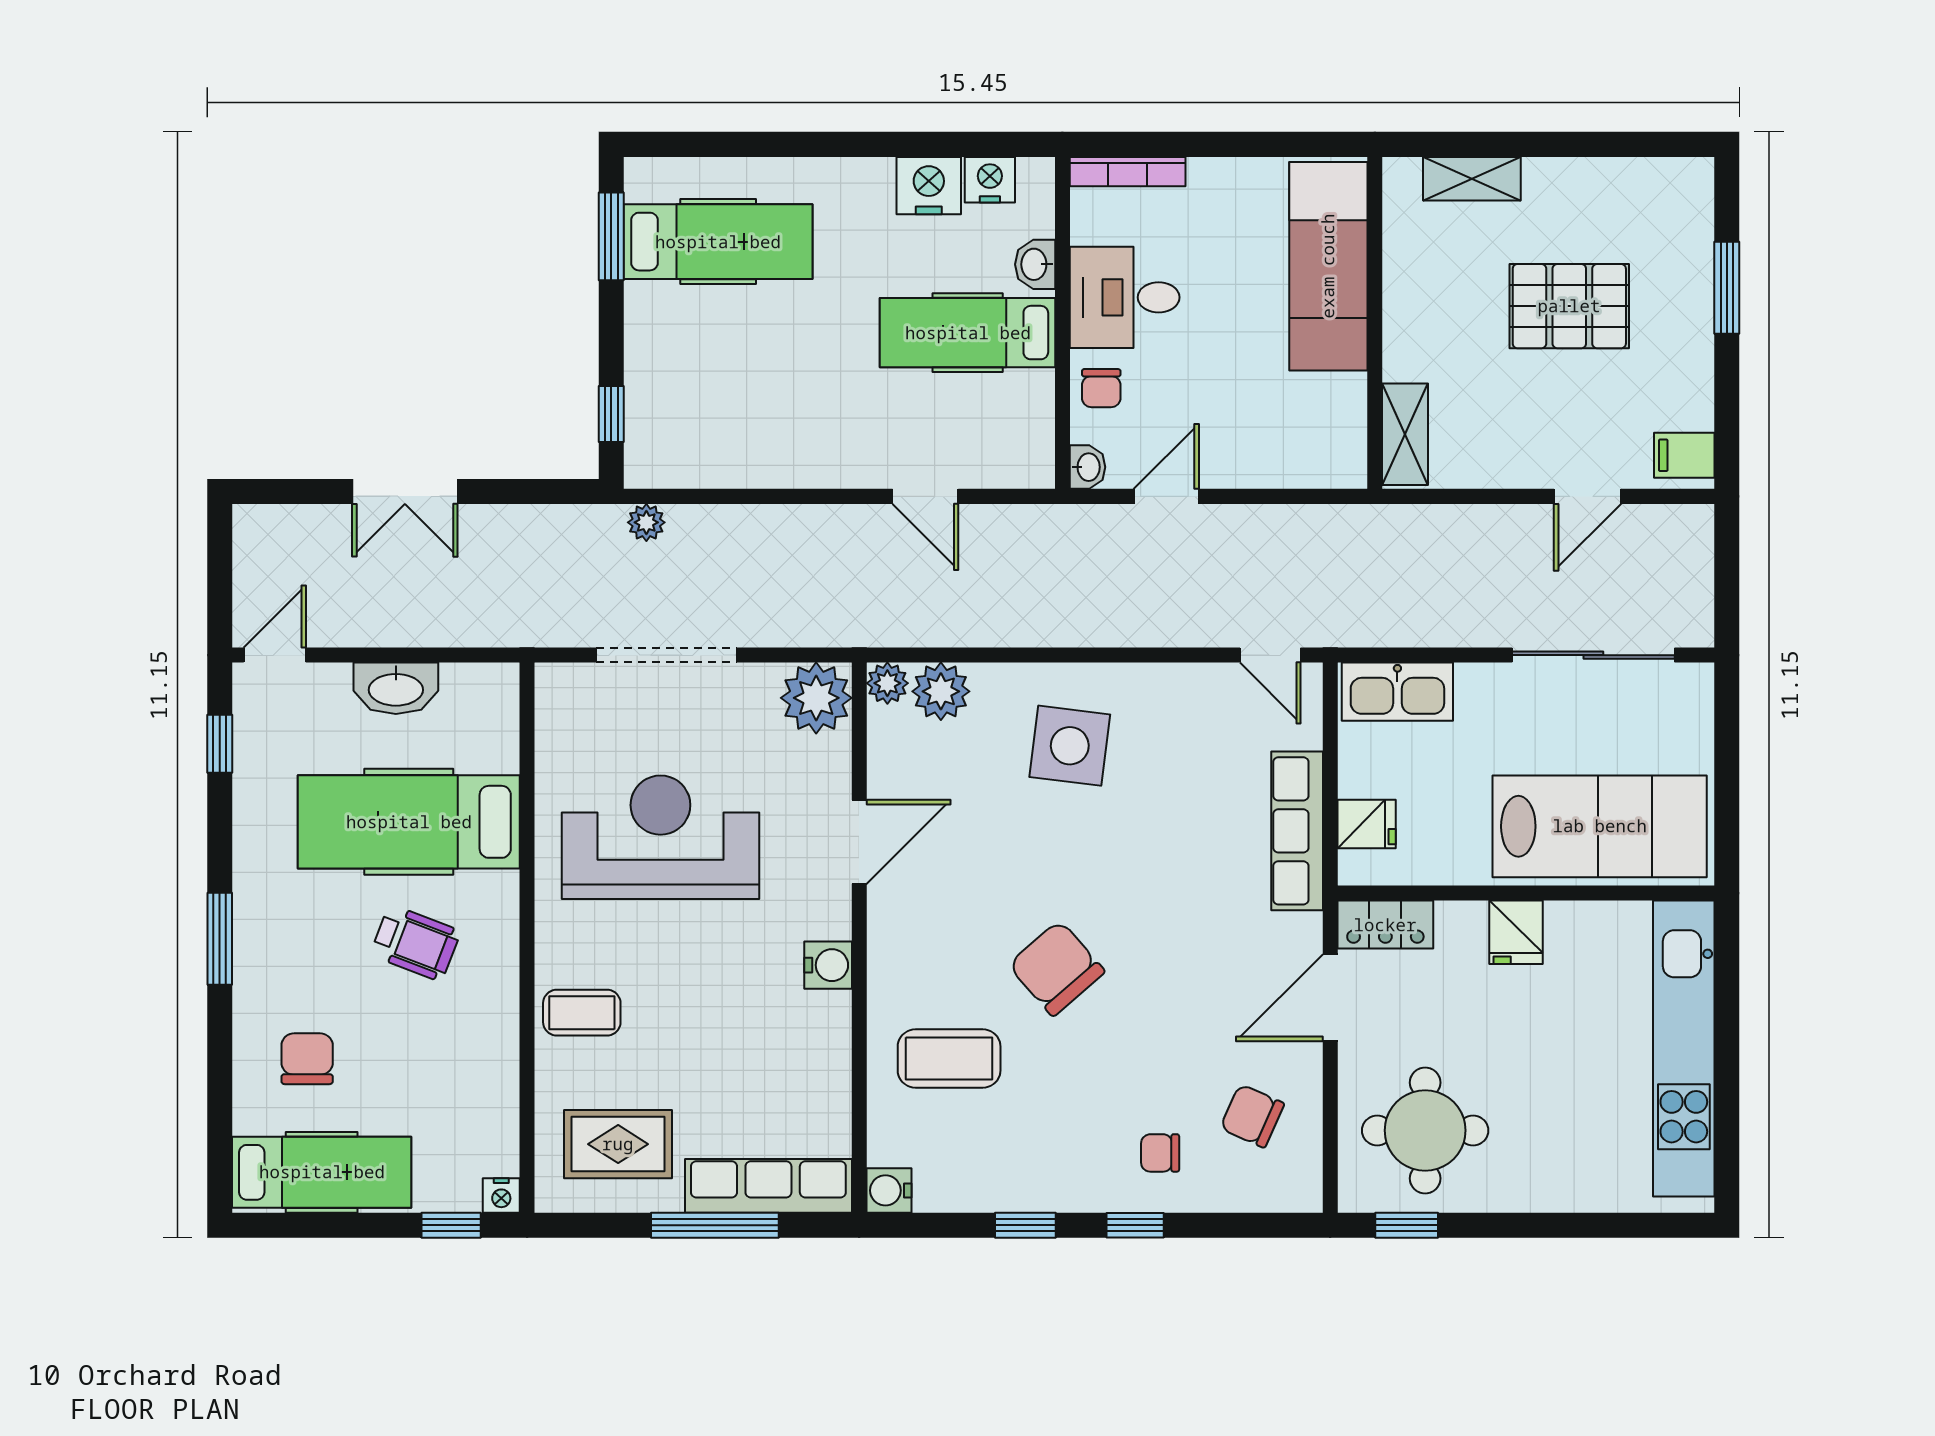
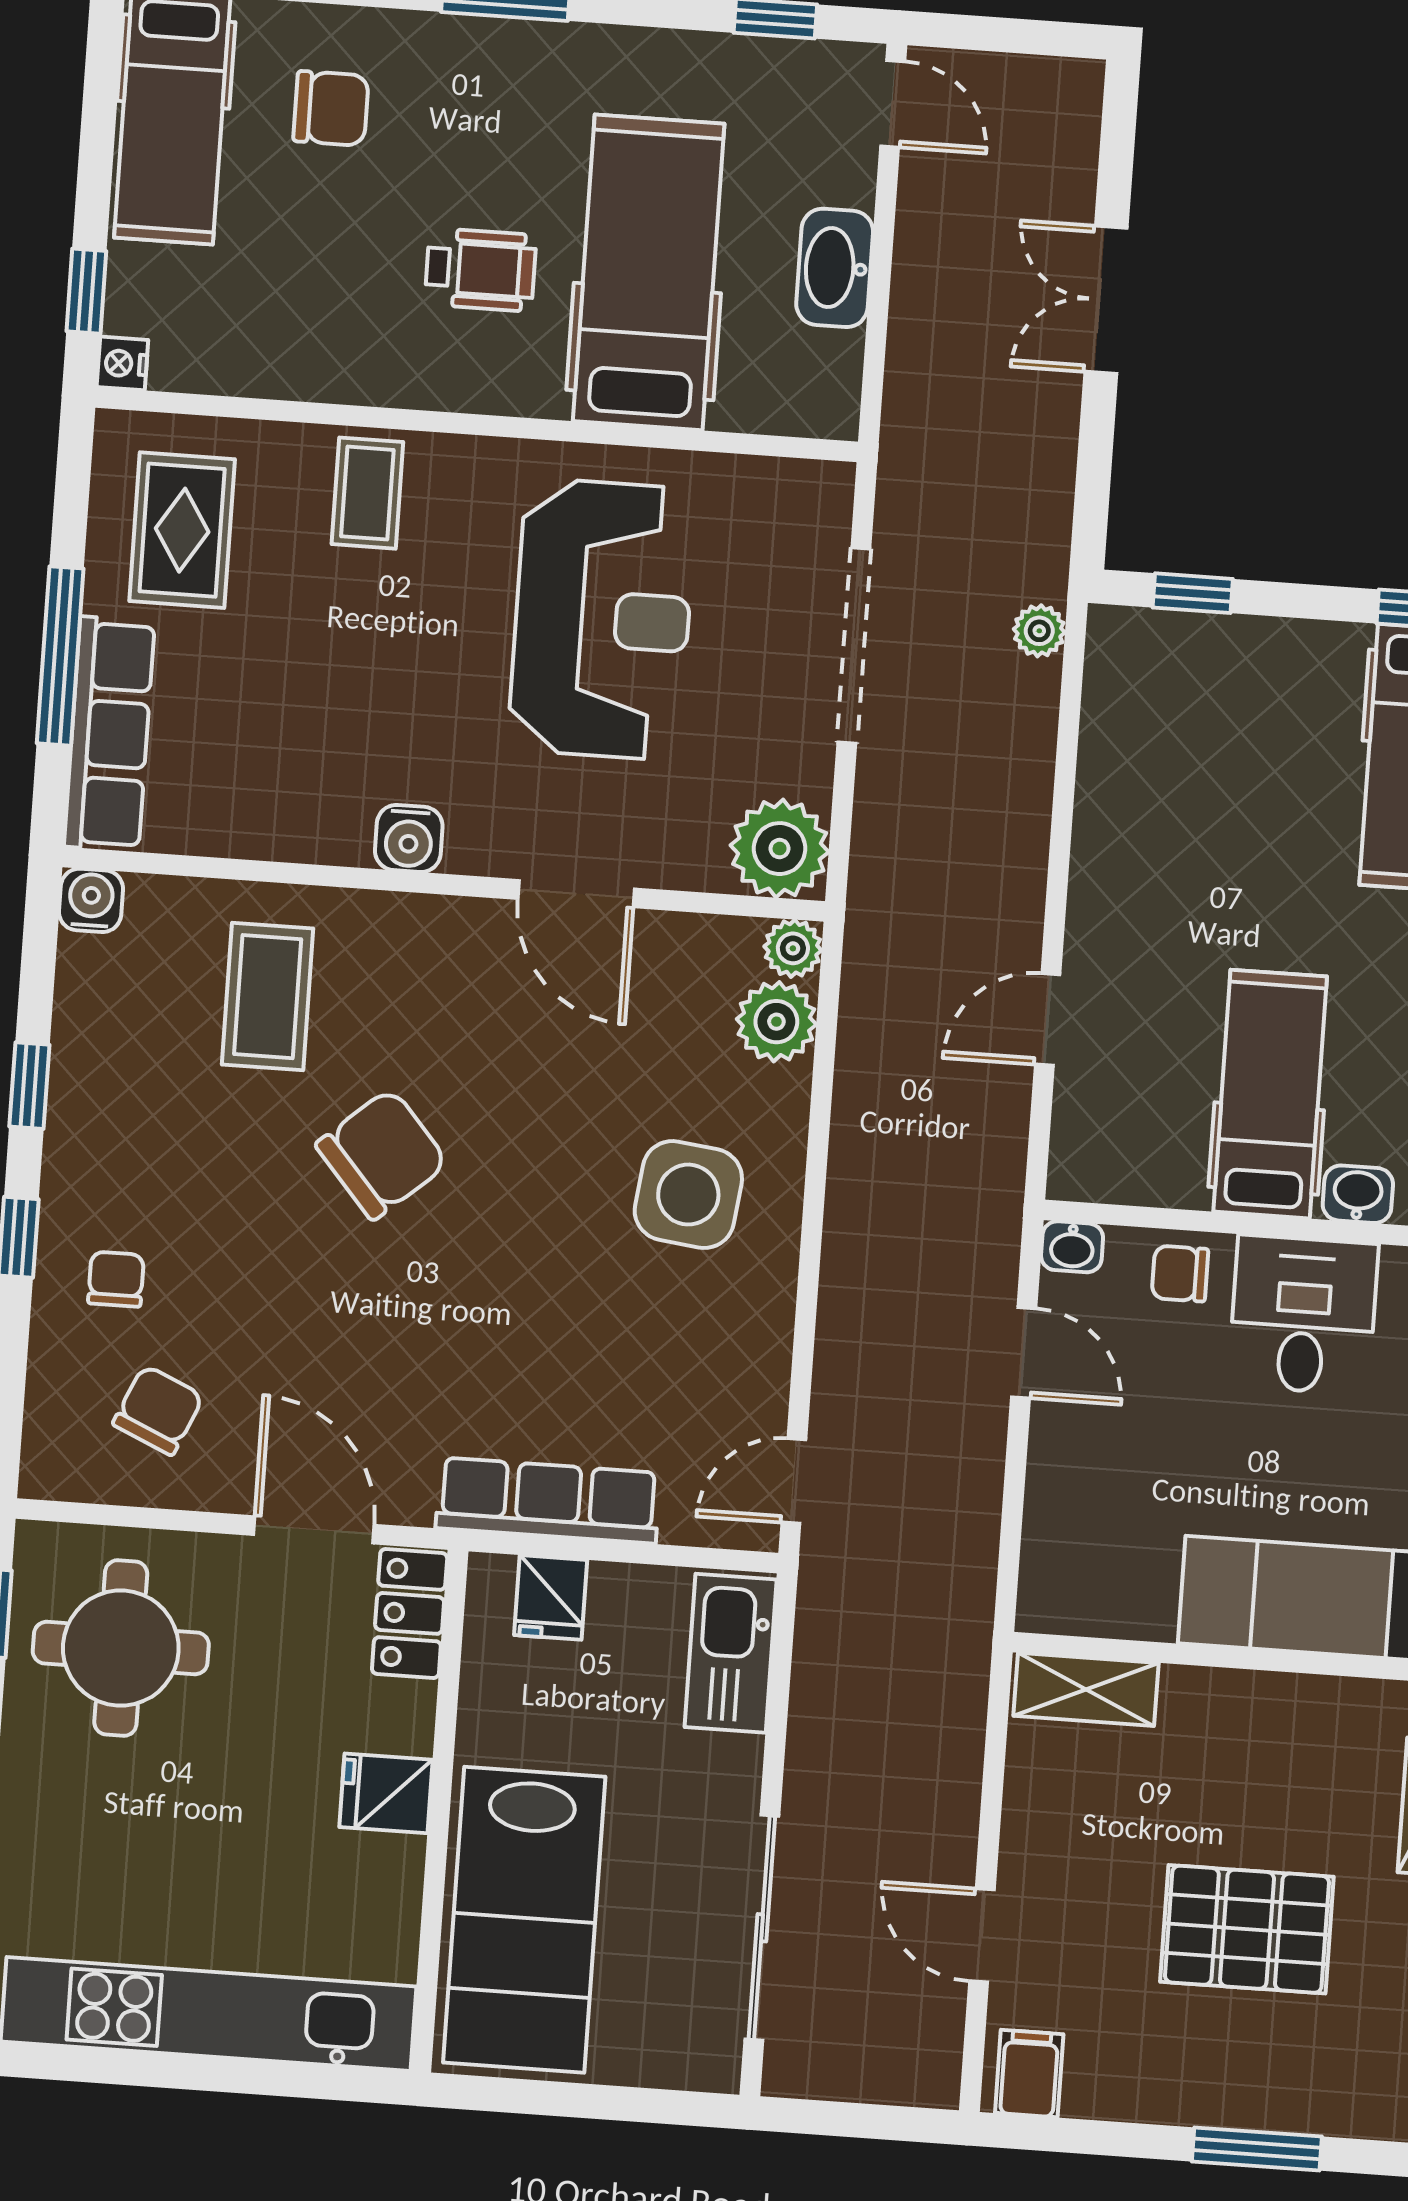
pallet: (1569, 306) -> (1247, 1929), turned 90
wheelchair: (415, 943) -> (480, 270), turned -111

